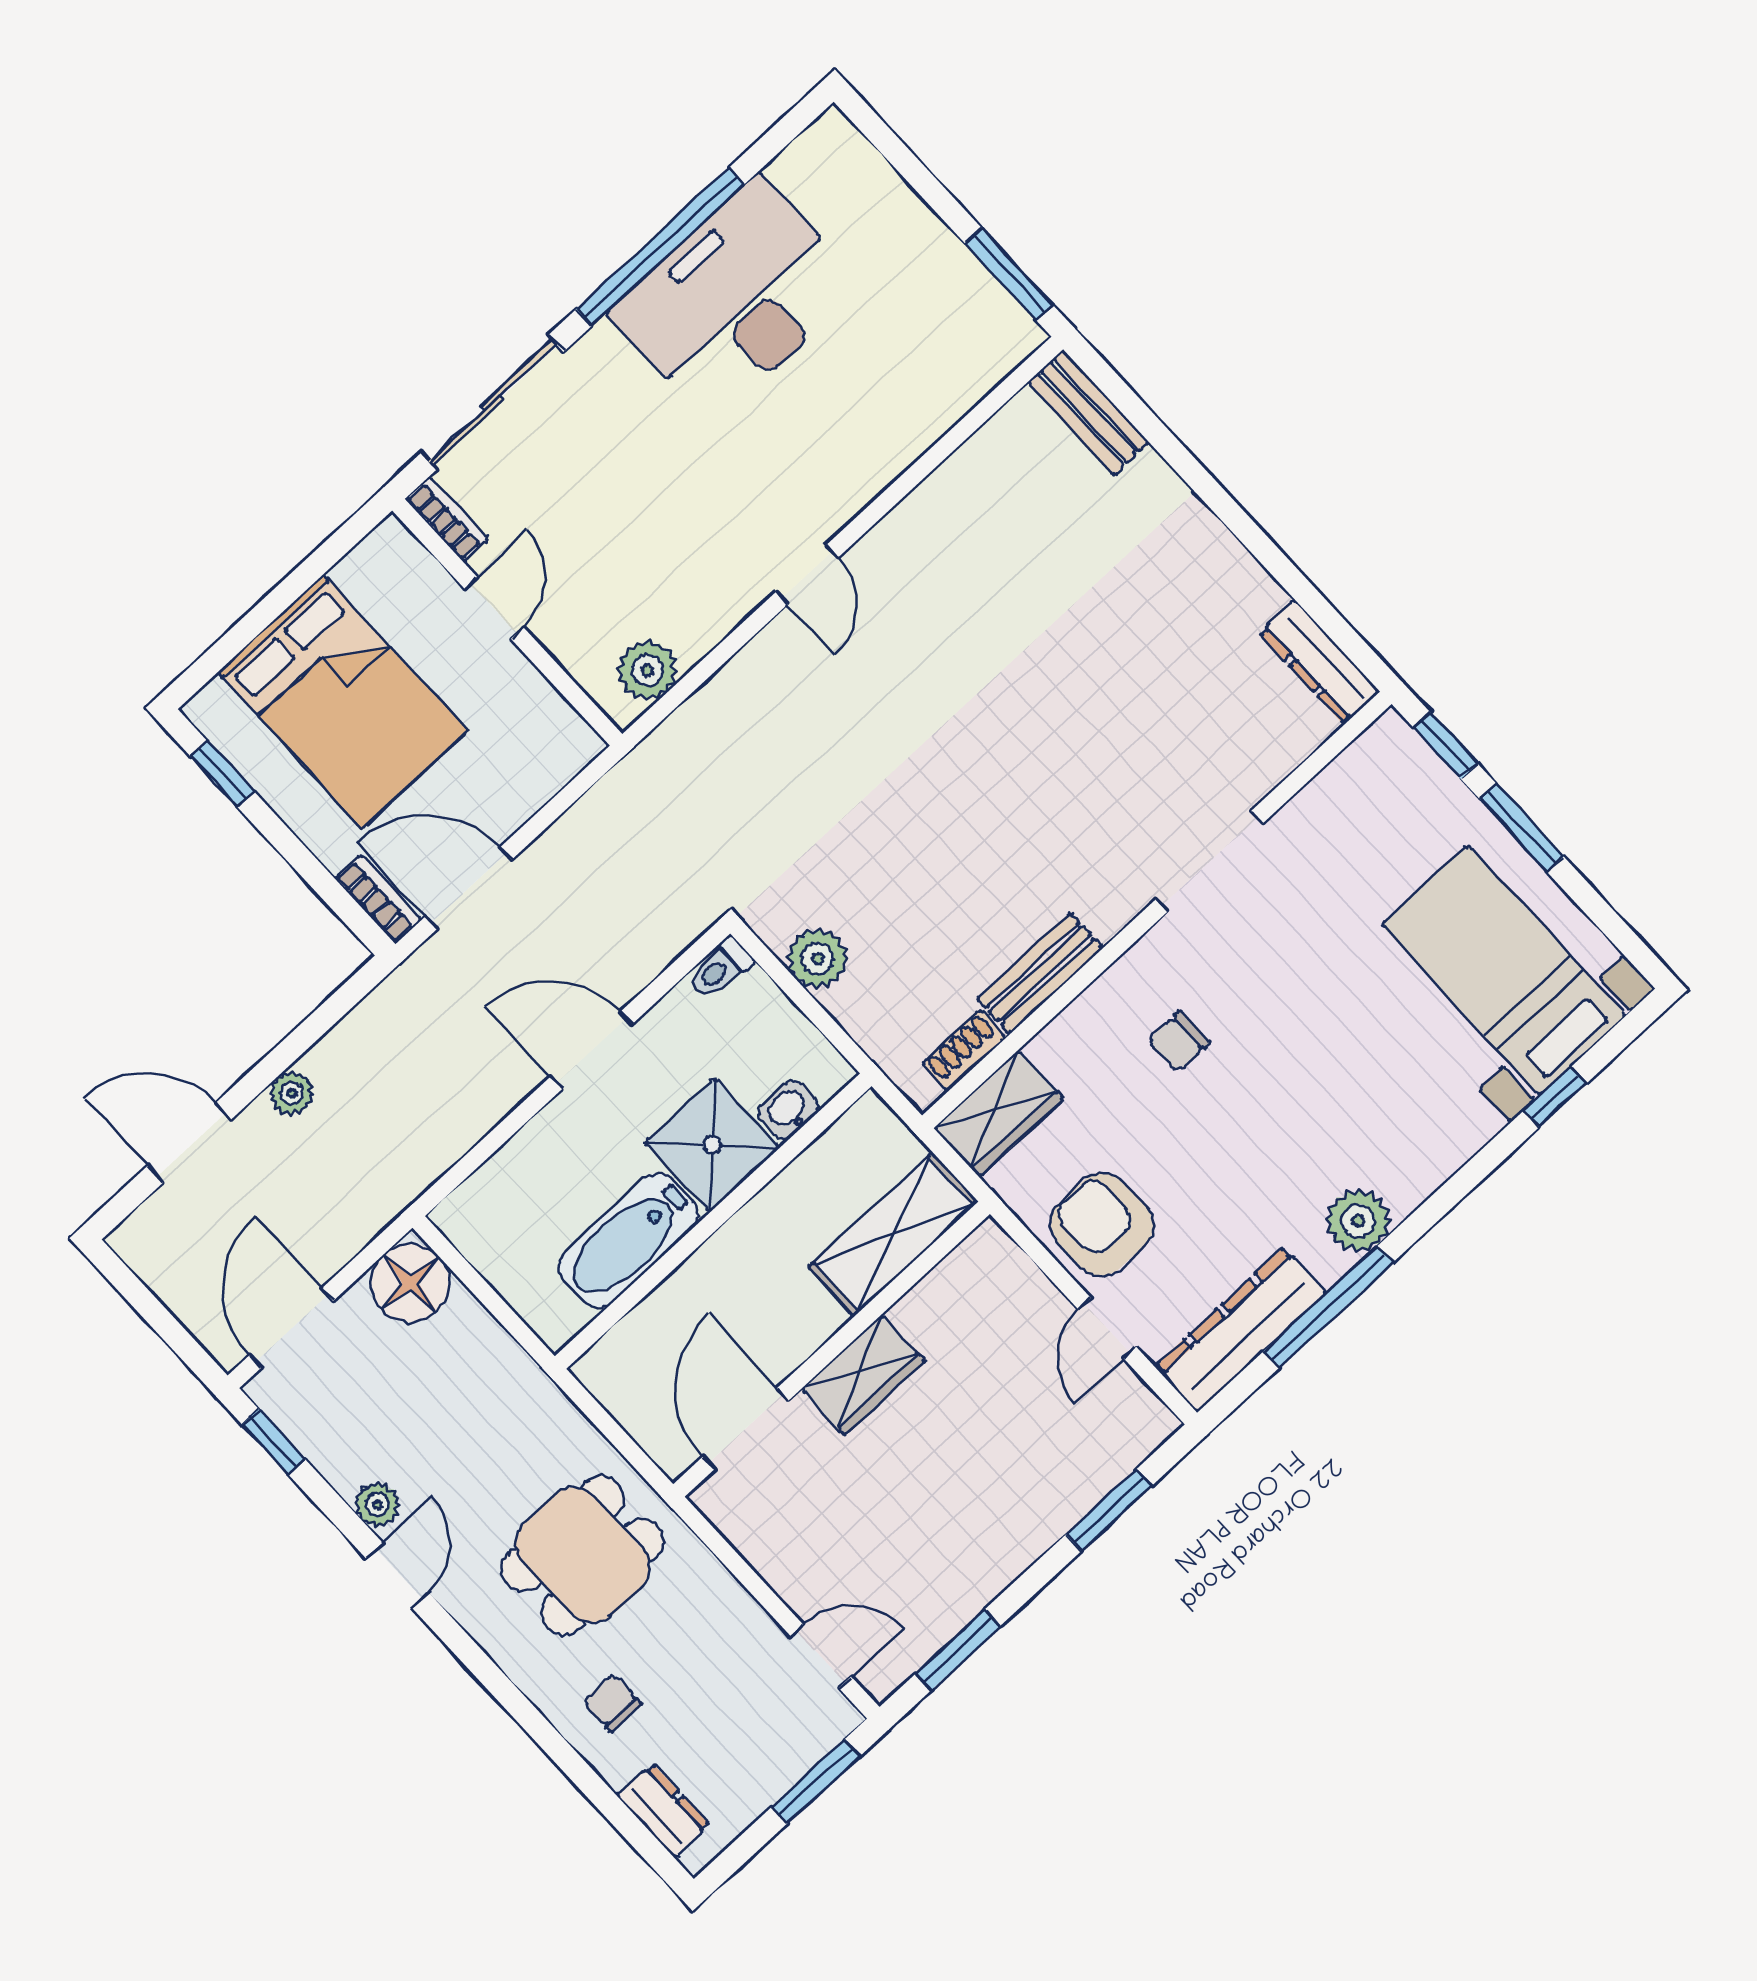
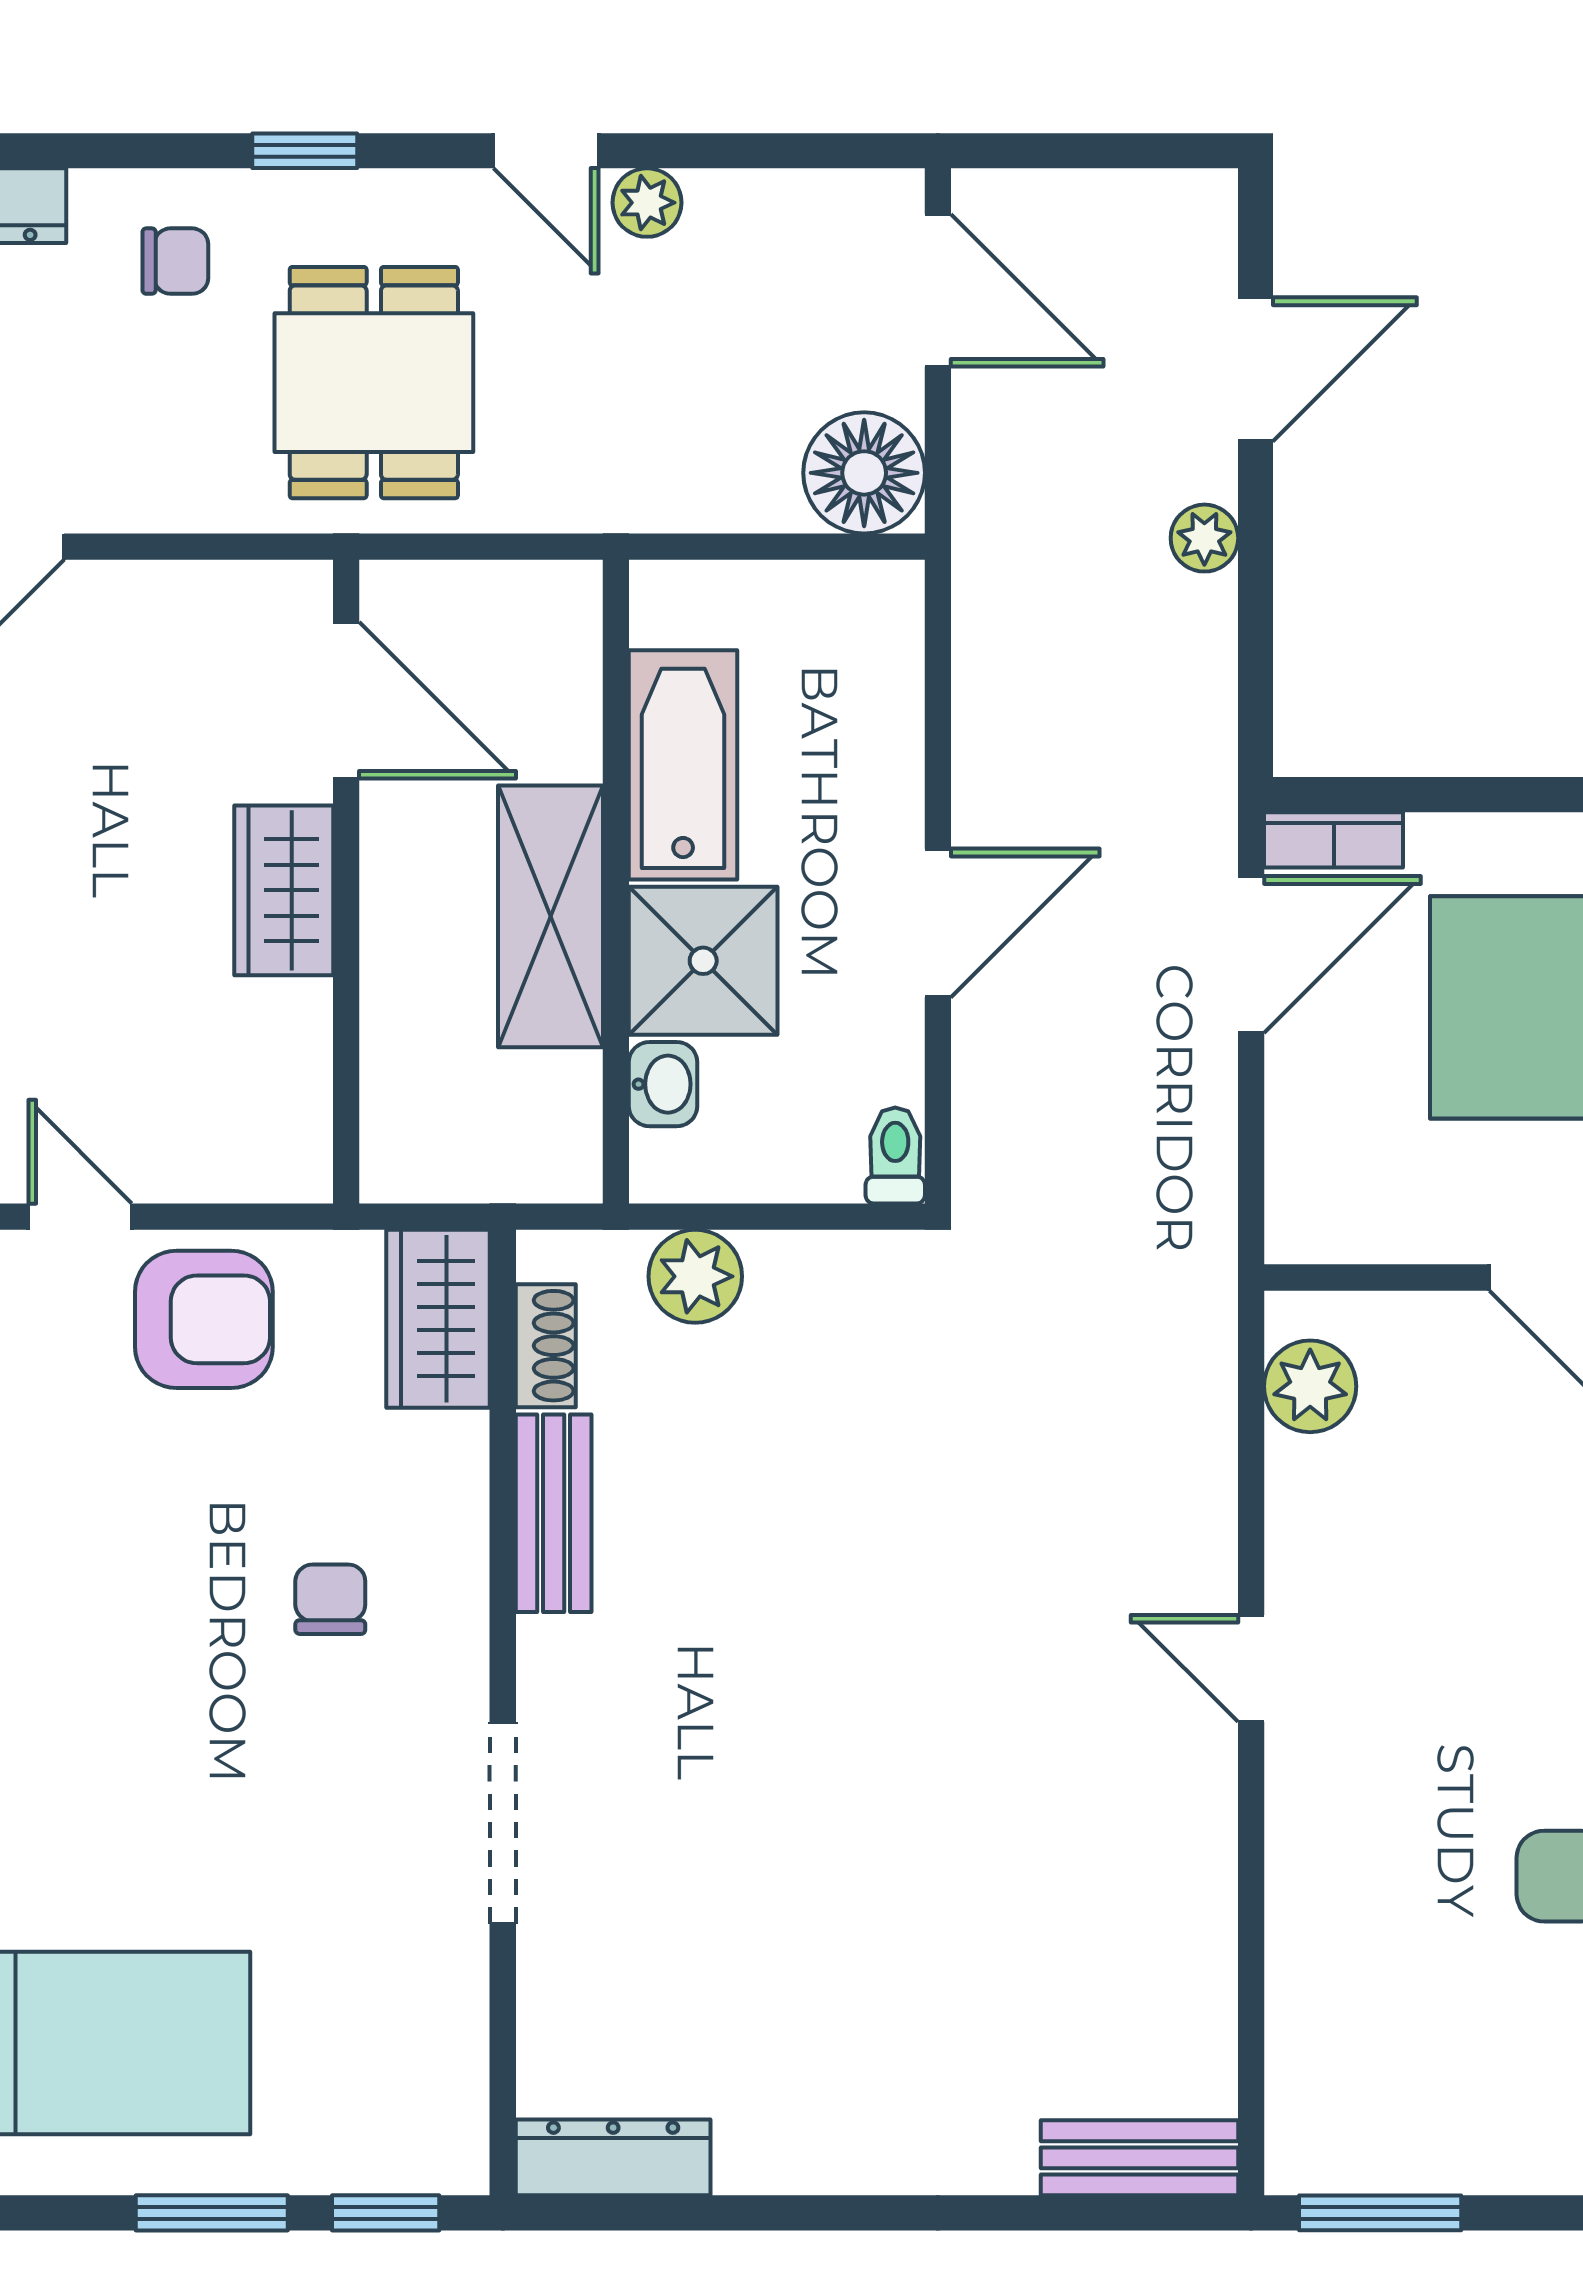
plant: (818, 959) -> (695, 1276), moved
shelving: (893, 1234) -> (550, 916), moved
window: (274, 1442) -> (305, 151), moved

